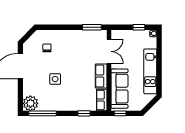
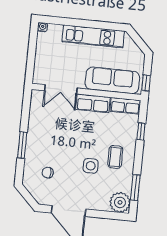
window: (92, 27) -> (22, 145), moved
window: (139, 27) -> (32, 46), removed
double door: (109, 51) -> (61, 89), swing flipped
coffee table: (63, 96) -> (115, 157), added
window: (42, 113) -> (135, 188), width x0.69

